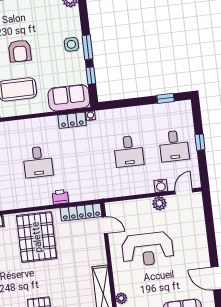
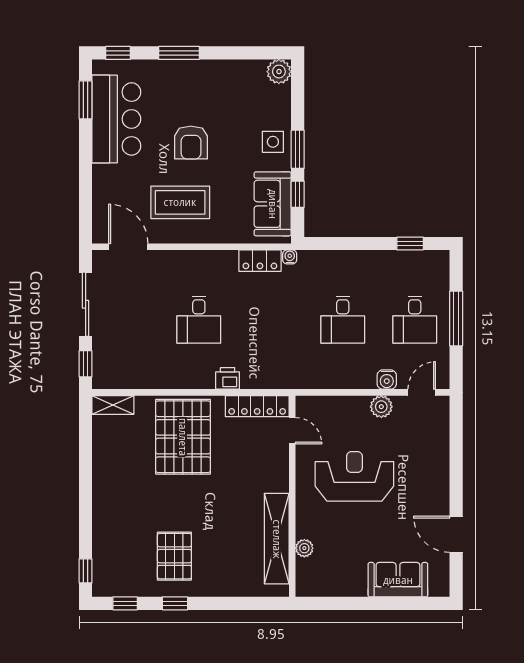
sofa: (69, 98) -> (273, 204), moved, turned -90
window: (200, 142) -> (456, 318), width x2.17
reception desk: (148, 249) -> (354, 476), turned 180

